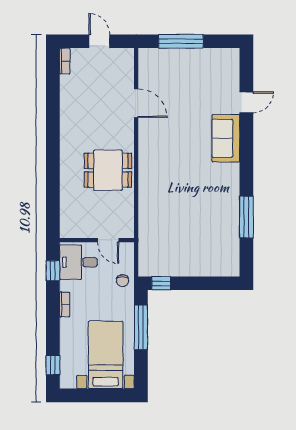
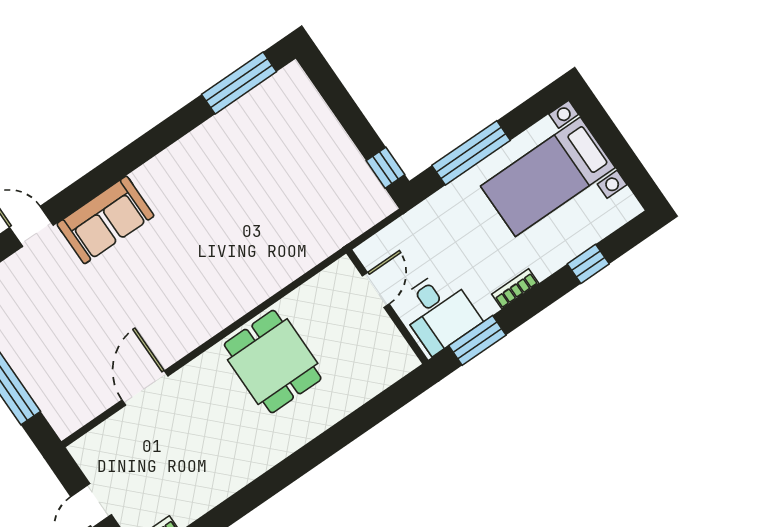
window: (246, 217) -> (239, 83), moved
window: (53, 271) -> (477, 340), width x1.50
chair: (122, 281) -> (421, 227), removed
window: (53, 365) -> (588, 264), moved

